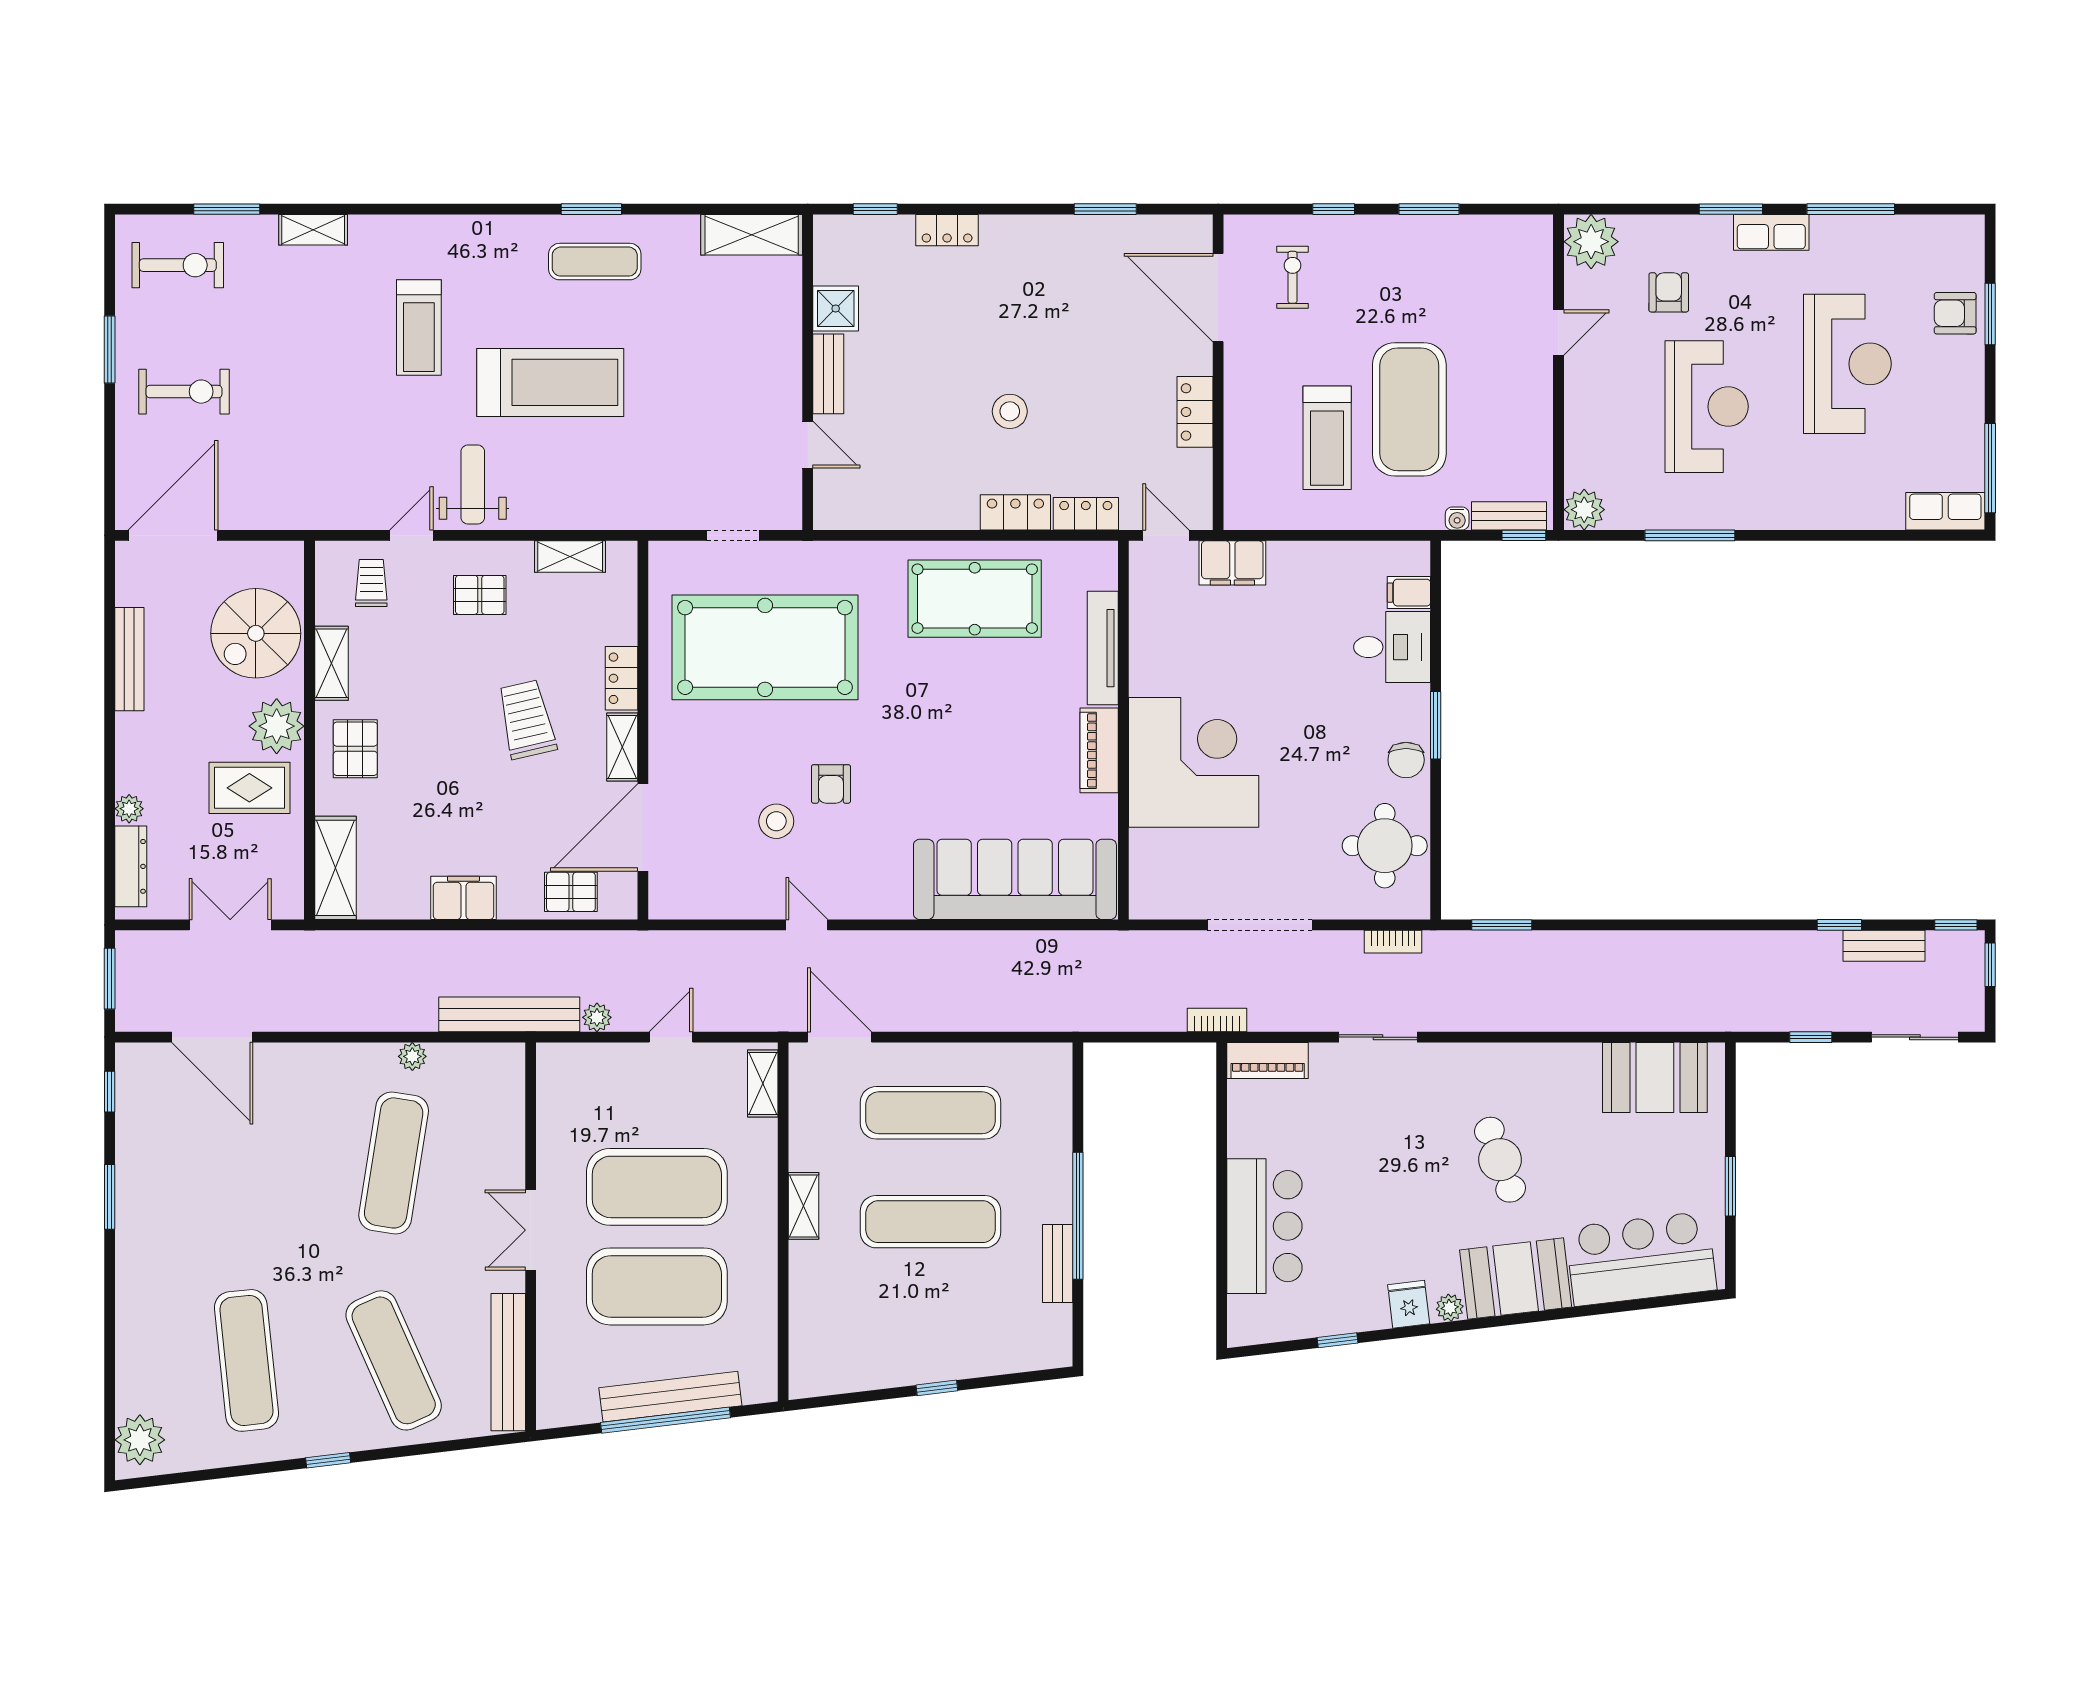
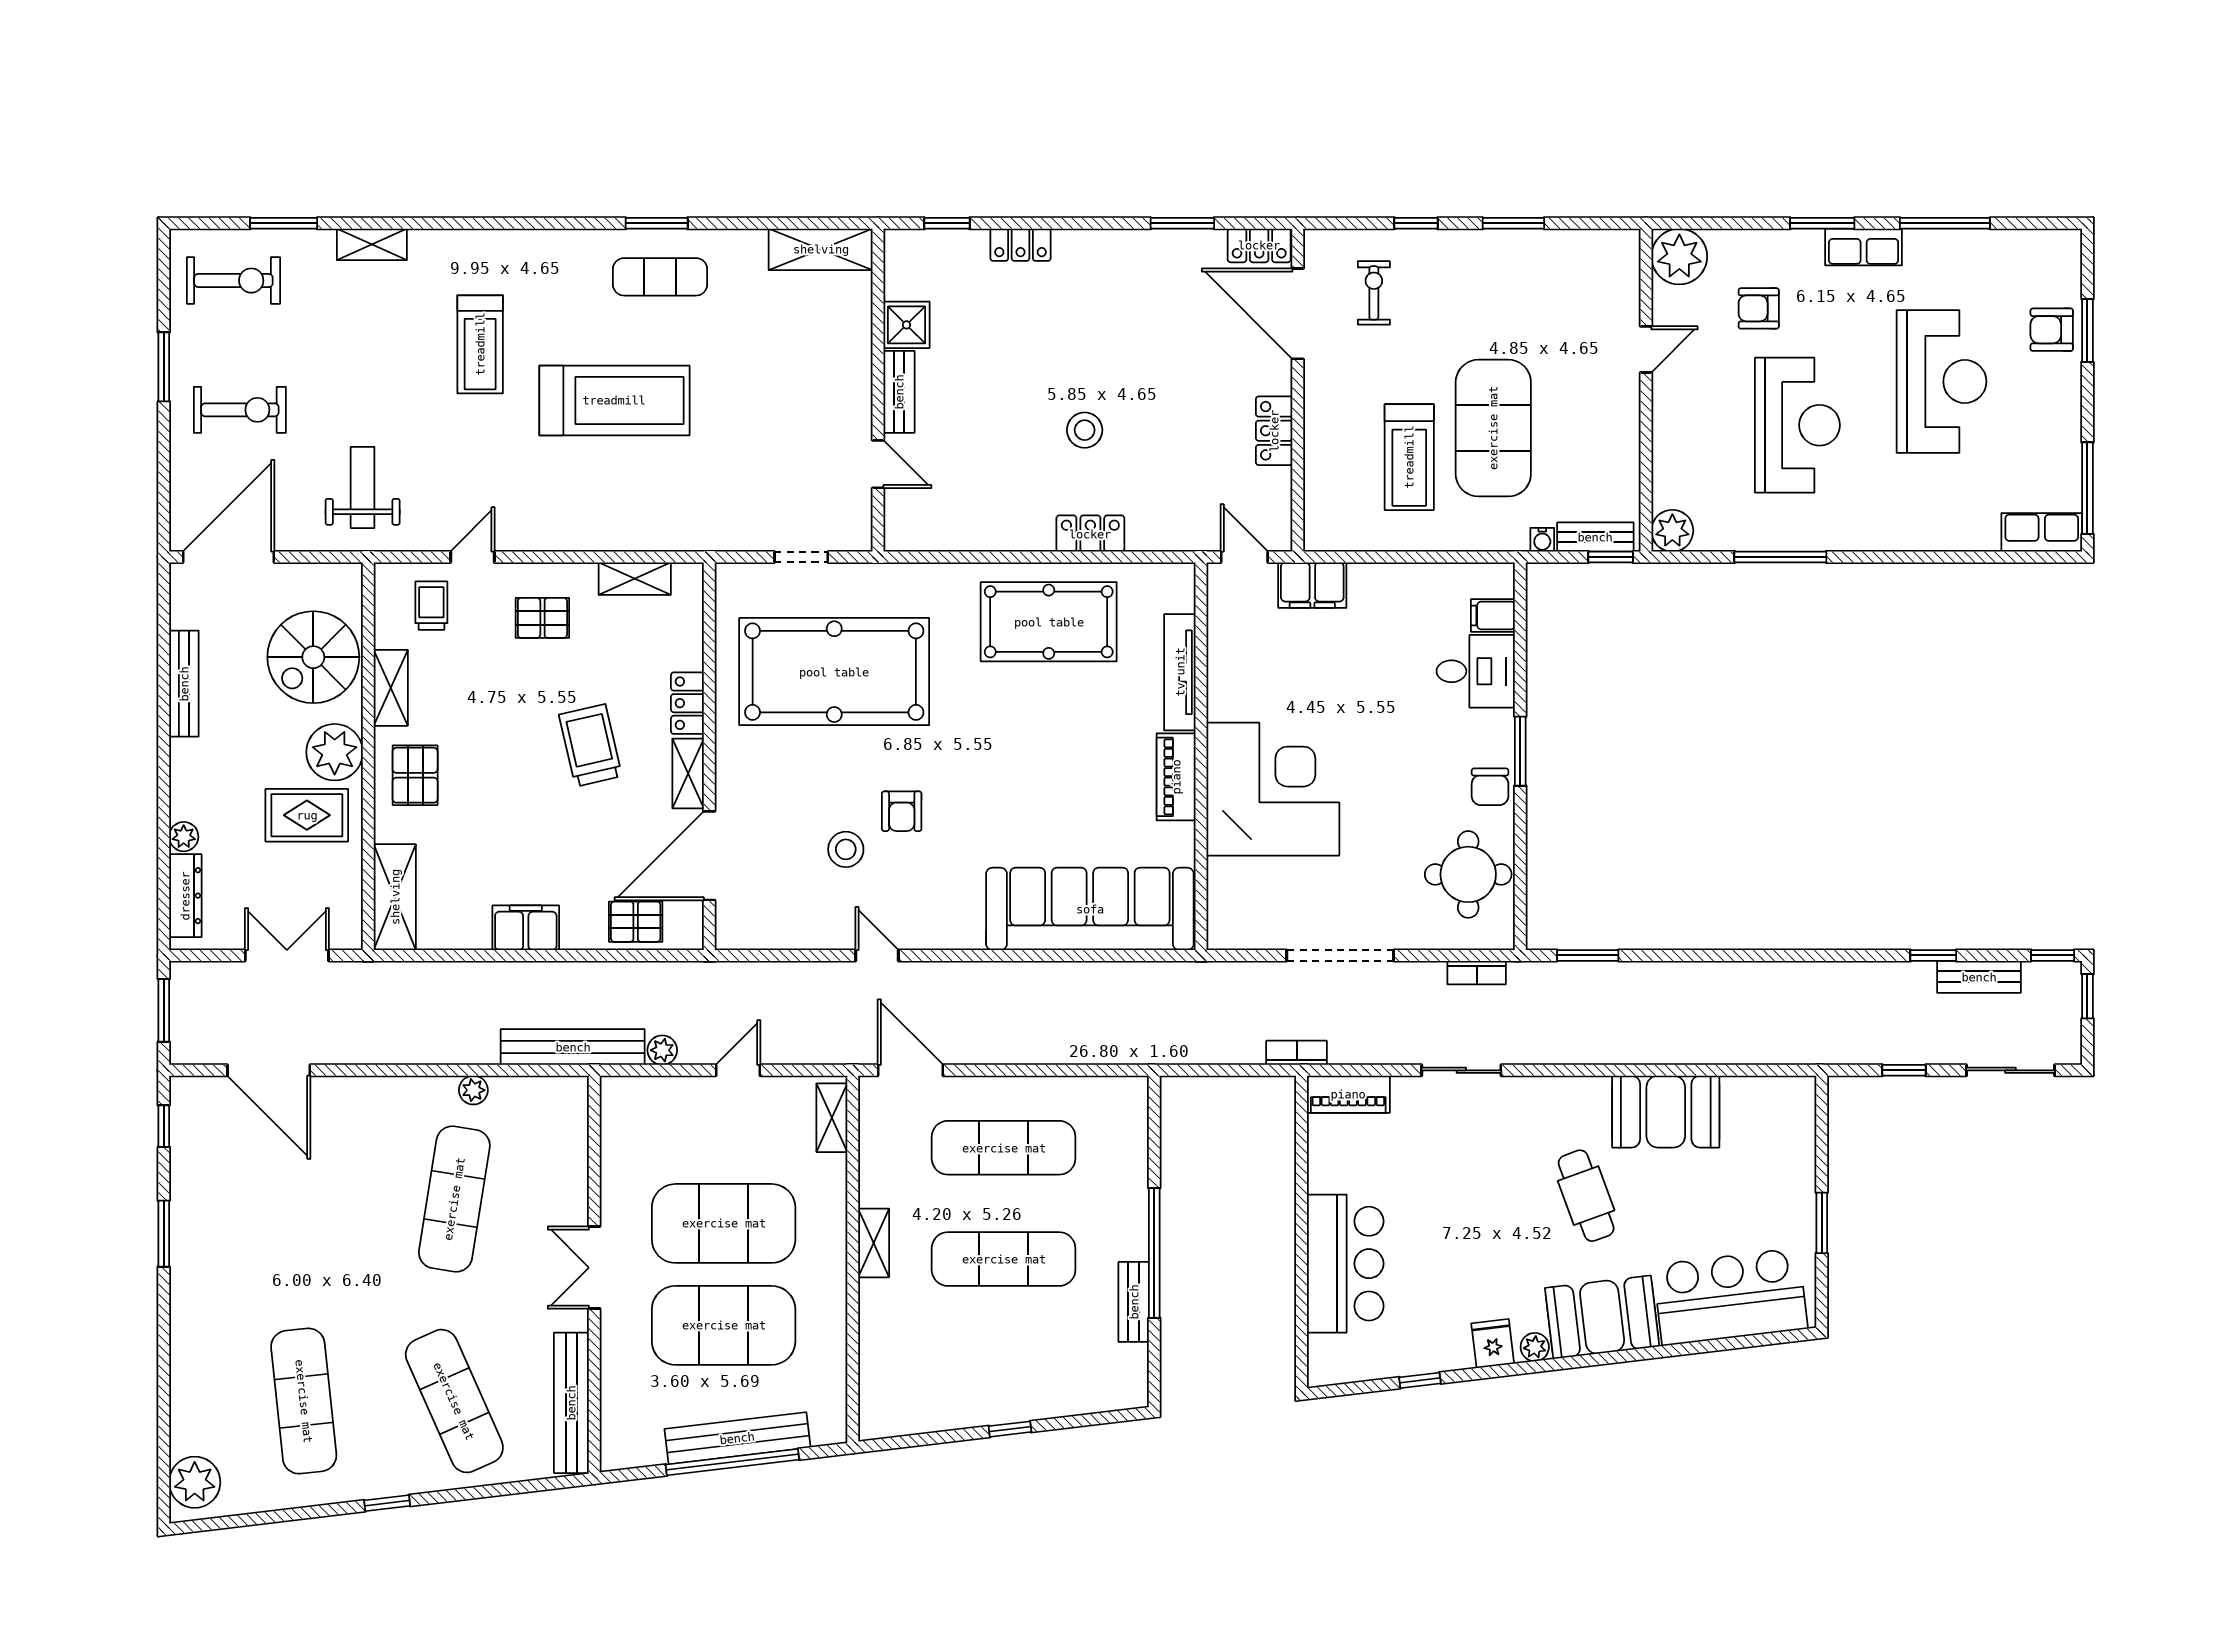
armchair: (1669, 292) -> (1759, 308), turned -90
weight bench: (473, 485) -> (363, 487), moved
locker: (1086, 514) -> (1259, 245), moved, turned 180
booth: (1655, 1078) -> (1666, 1112), moved

